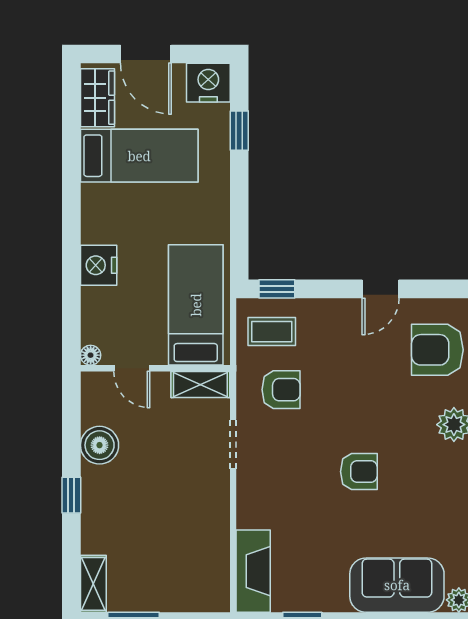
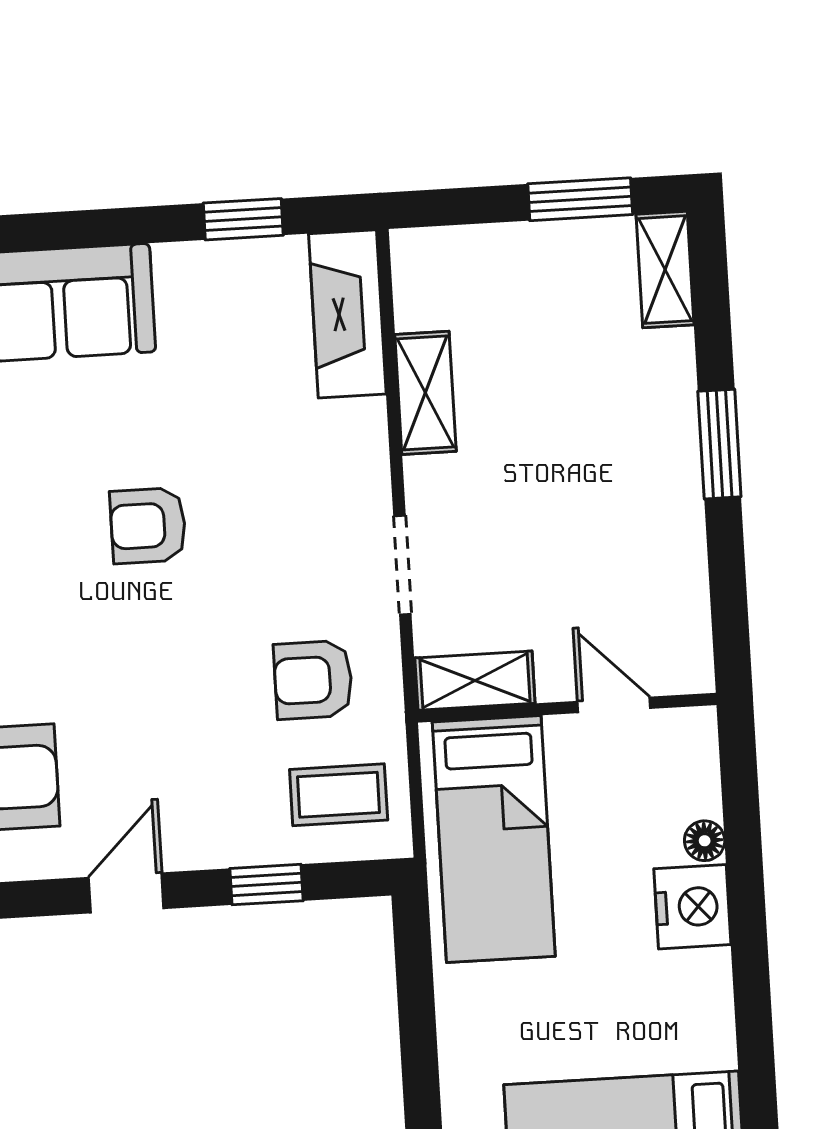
window: (277, 289) -> (267, 885), moved
floor lamp: (91, 355) -> (705, 841), moved
boiler: (100, 445) -> (669, 547), removed
window: (71, 495) -> (719, 444), width x1.50
shelving: (217, 529) -> (425, 393), added

